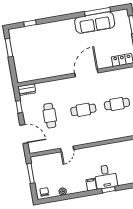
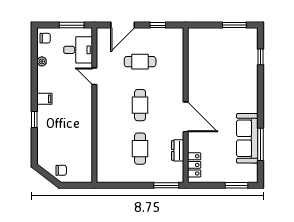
dresser: (27, 90) -> (178, 150), moved
desk: (106, 177) -> (78, 50), moved, turned 180

